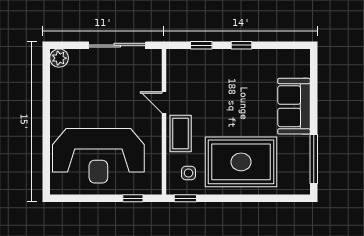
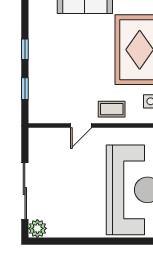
sliding door: (117, 45) -> (25, 191), moved
coffee table: (181, 134) -> (112, 109), width x0.73, depth x0.77

